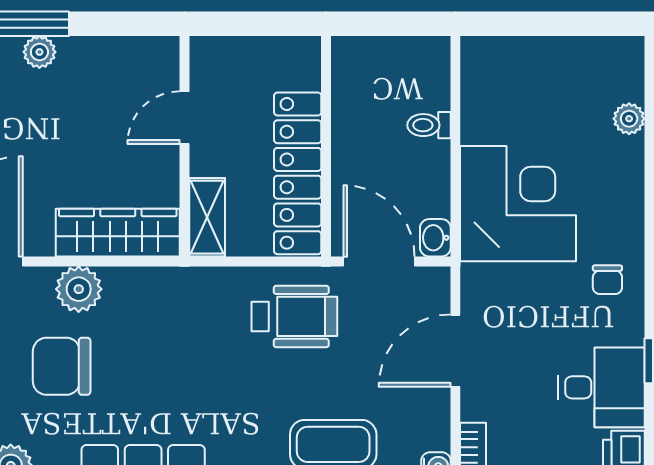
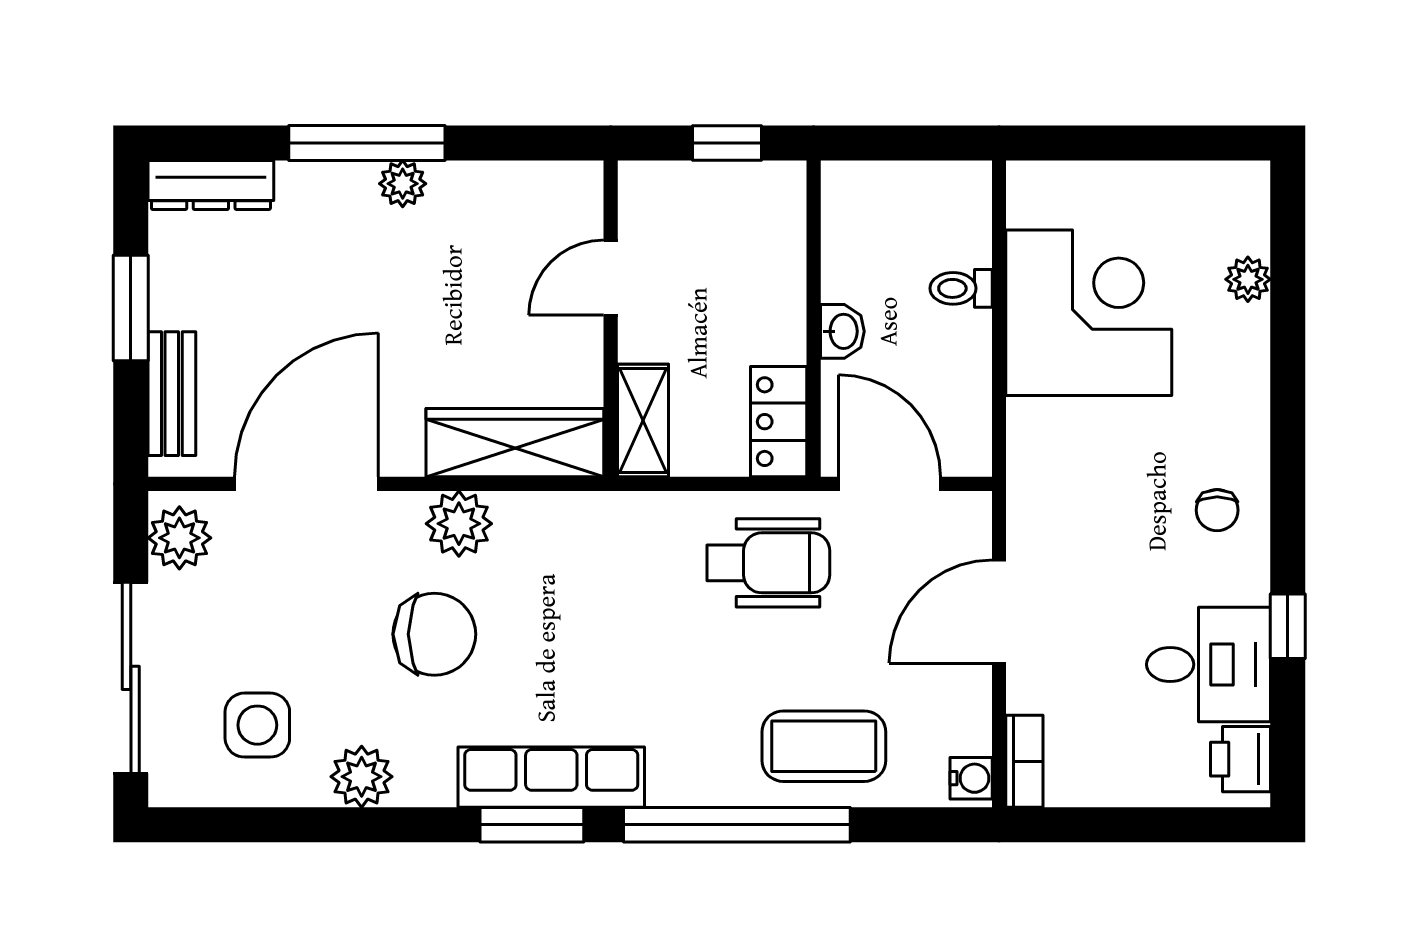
window: (266, 24) -> (727, 143), added
locker: (298, 173) -> (779, 422), width x0.46, depth x0.83
corner desk: (518, 204) -> (1089, 313), moved
washbasin: (435, 238) -> (842, 331), moved, turned 180
chair: (62, 366) -> (434, 634), turned 180

